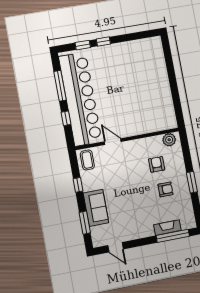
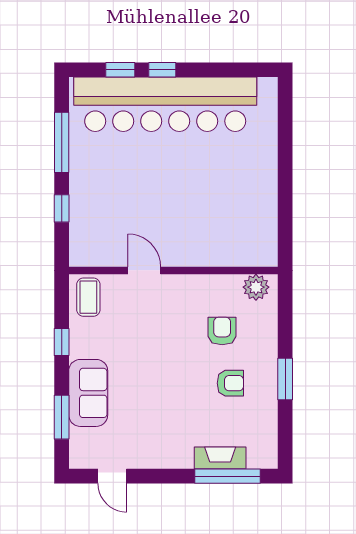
bar counter: (80, 99) -> (165, 104), moved, turned 90

